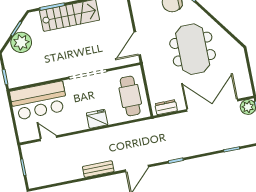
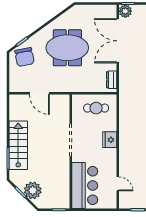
door: (137, 43) -> (39, 93), moved
cafe table: (130, 96) -> (96, 108), width x0.73, depth x0.74
door: (48, 138) -> (118, 184), swing flipped

